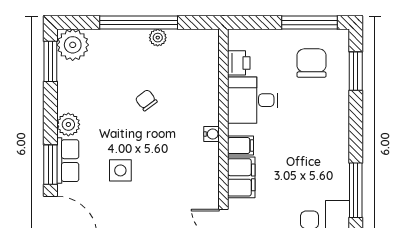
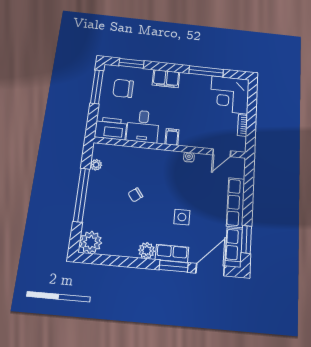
plant: (158, 38) -> (96, 165), moved
window: (50, 61) -> (100, 259), removed
printer: (239, 63) -> (111, 128), width x1.87, depth x1.48
water cooler: (211, 134) -> (189, 157), moved
filing cabinet: (241, 177) -> (166, 79), moved, turned 180

